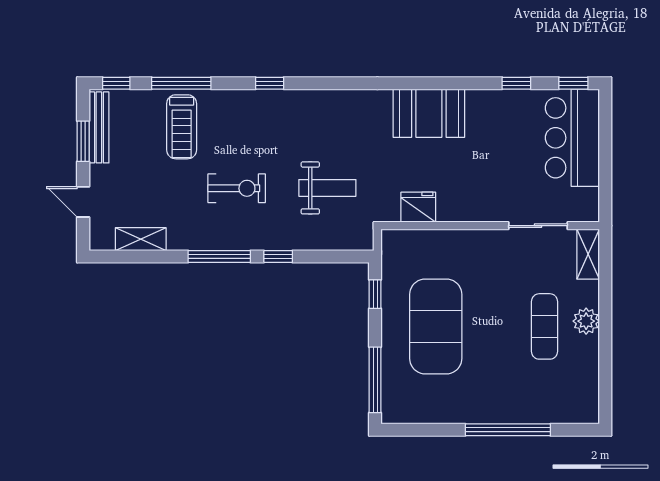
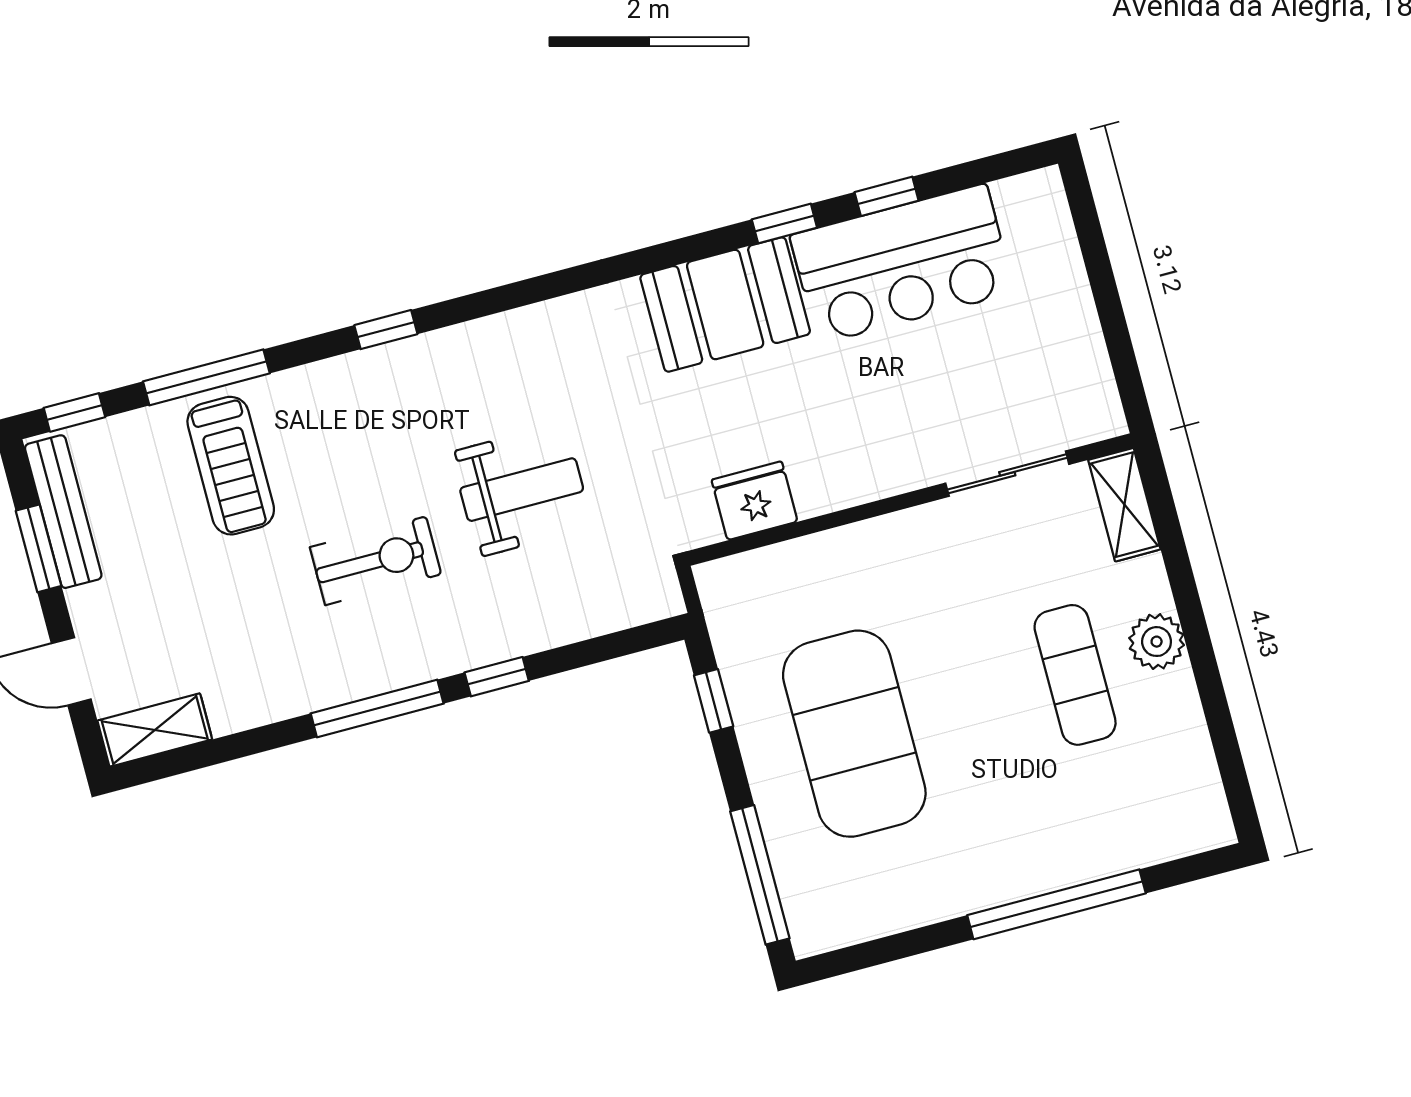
window: (573, 83) -> (784, 224), moved
bar counter: (572, 138) -> (902, 264), moved, turned -90
weight bench: (327, 188) -> (522, 490), moved
shelving: (141, 239) -> (155, 730), moved

